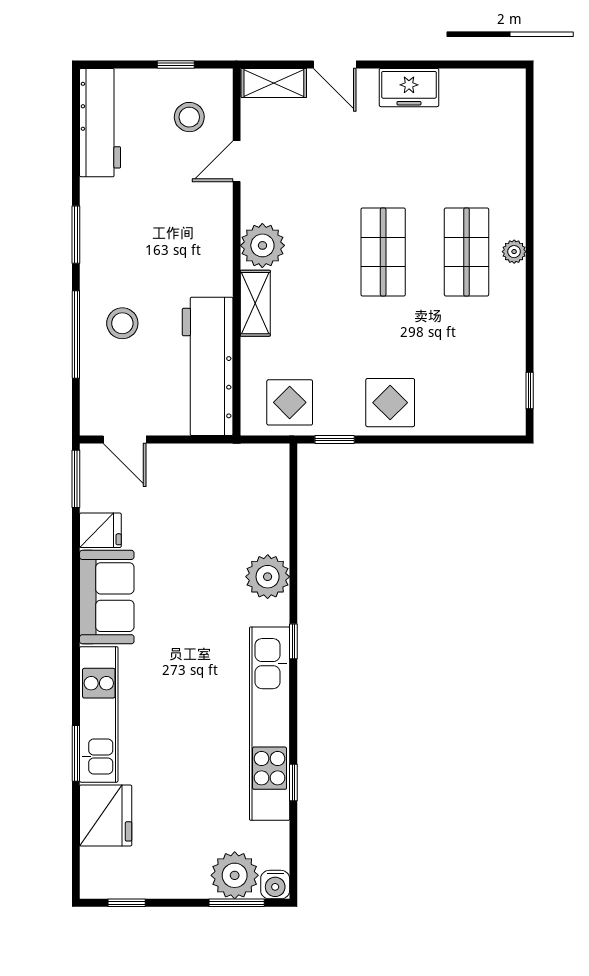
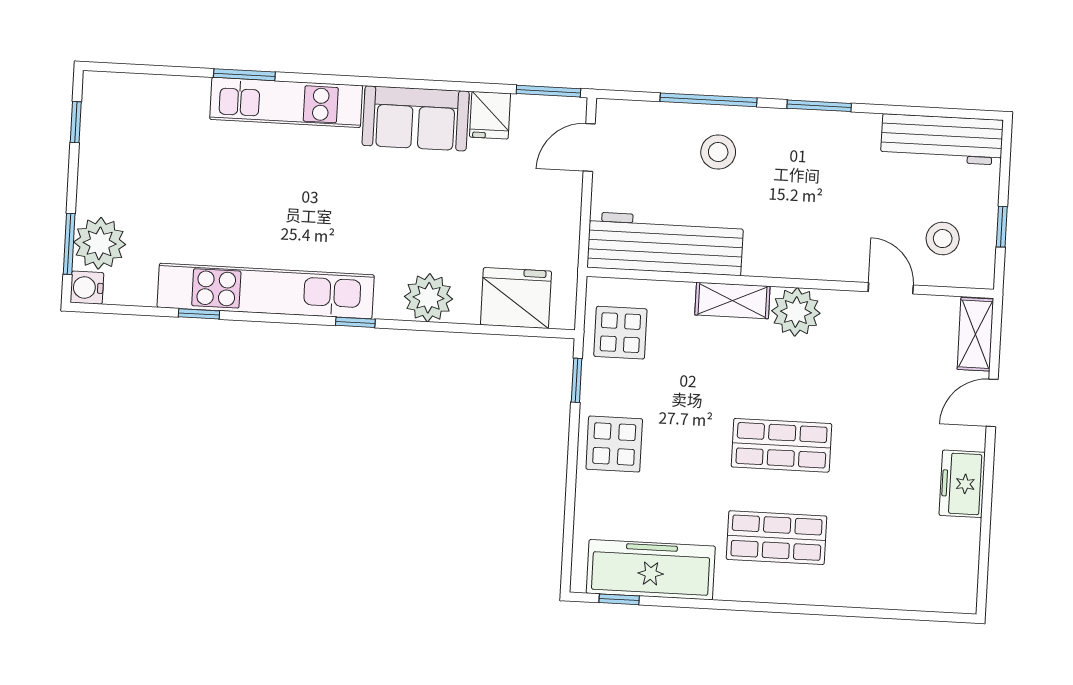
plant: (514, 252) -> (774, 590), removed
freezer: (501, 364) -> (651, 570), added
fridge: (106, 815) -> (516, 298), moved, turned 180

